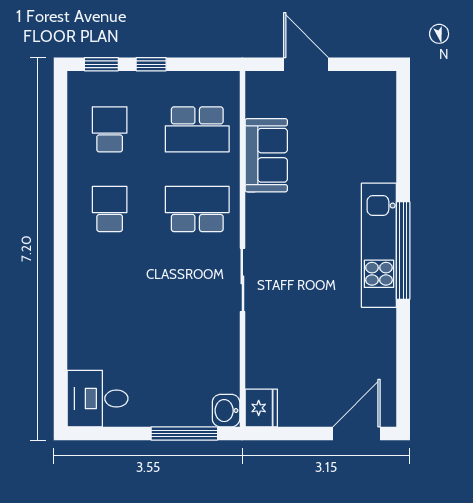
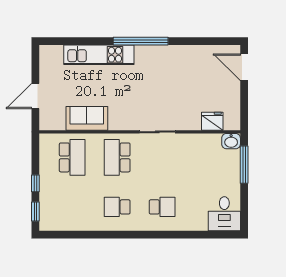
school desk: (110, 129) -> (162, 207), moved, turned 180
kitchen unit: (379, 245) -> (99, 55), moved
fridge: (261, 408) -> (212, 121), moved

